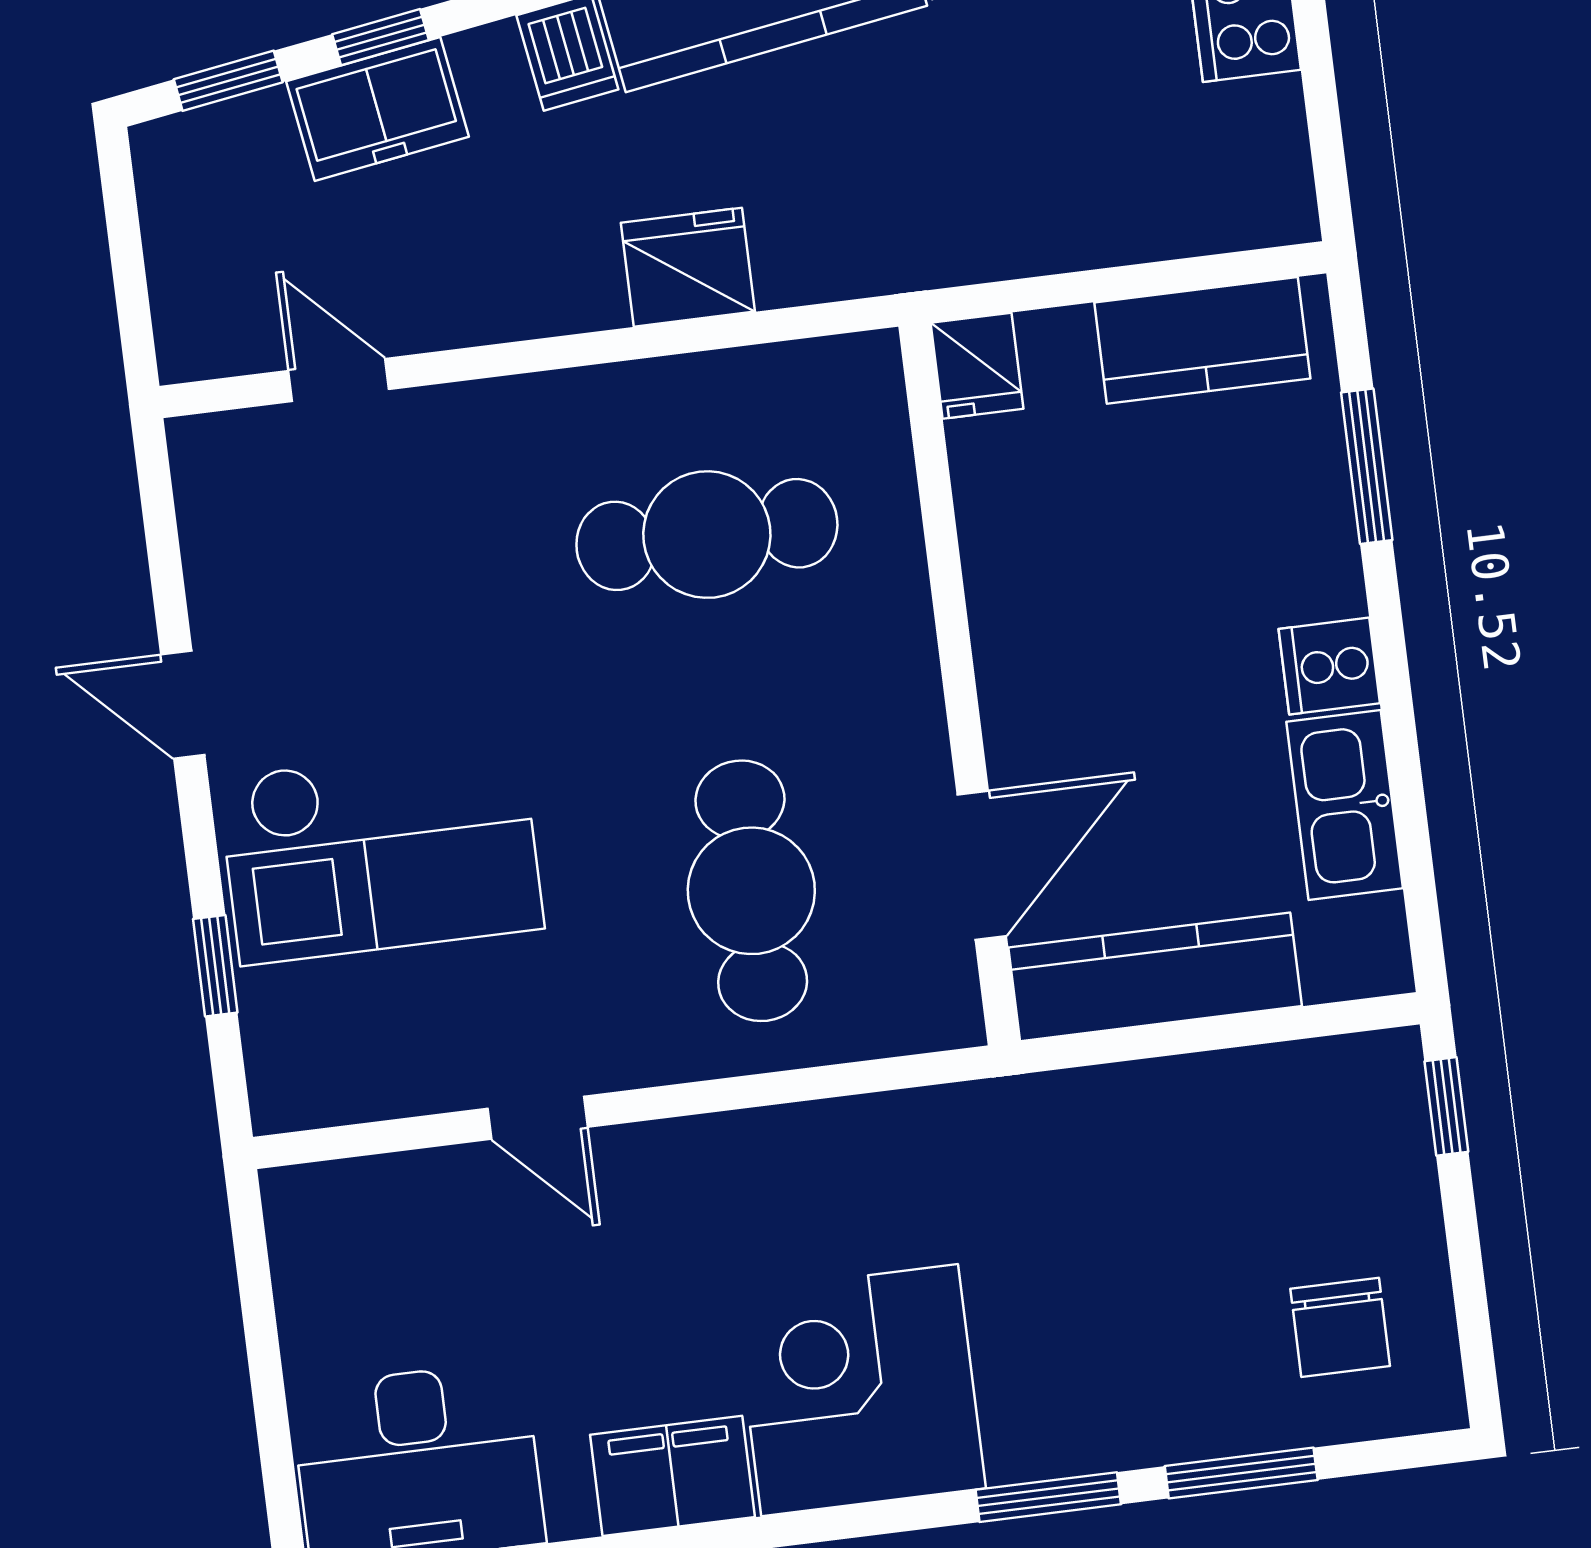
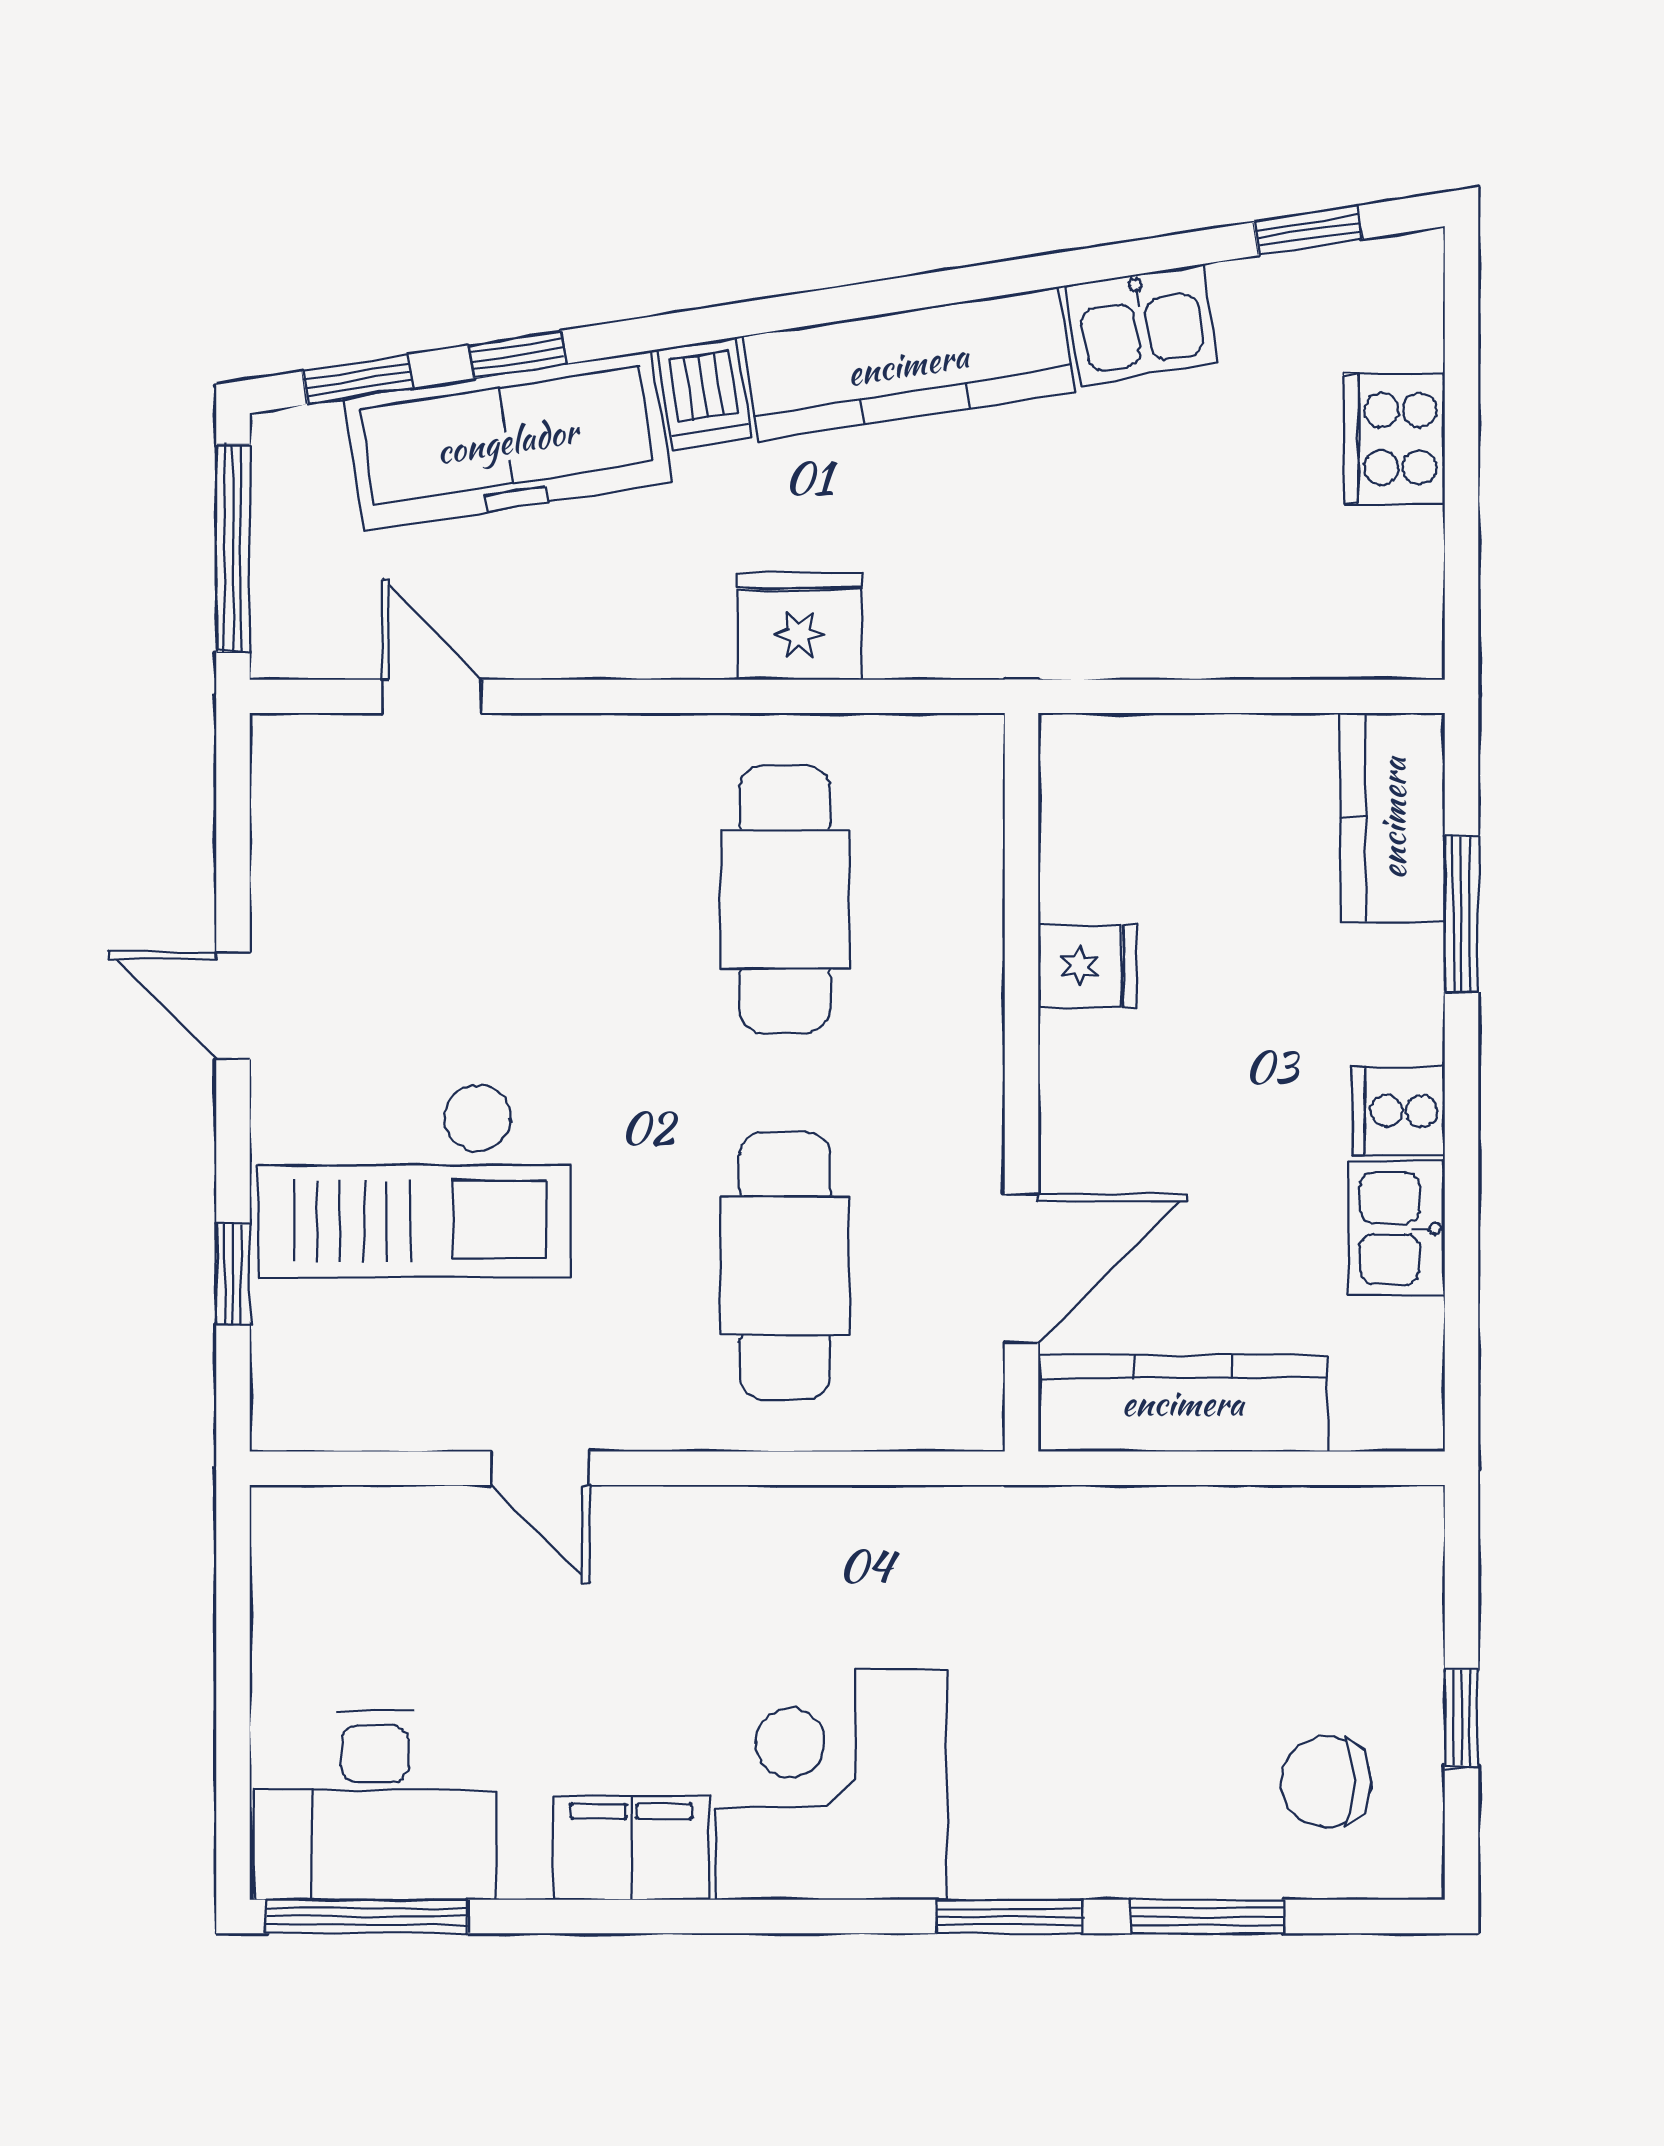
freezer: (377, 109) -> (507, 441), width x1.91, depth x1.26
window: (127, 260) -> (233, 548), added
kitchen counter: (1202, 340) -> (1393, 818), moved, turned 90
fridge: (977, 366) -> (1088, 966), moved, turned -90
cafe table: (707, 535) -> (785, 899), turned 90
kitchen sink: (1345, 805) -> (1396, 1228), width x0.73
window: (1446, 1106) -> (1461, 1718), moved
chair: (1340, 1327) -> (1326, 1782), turned 90

